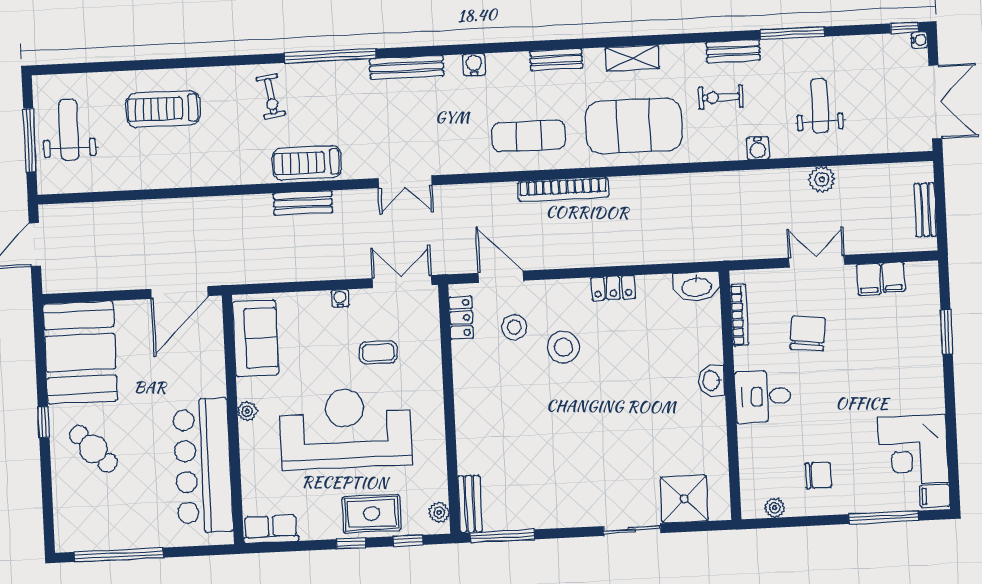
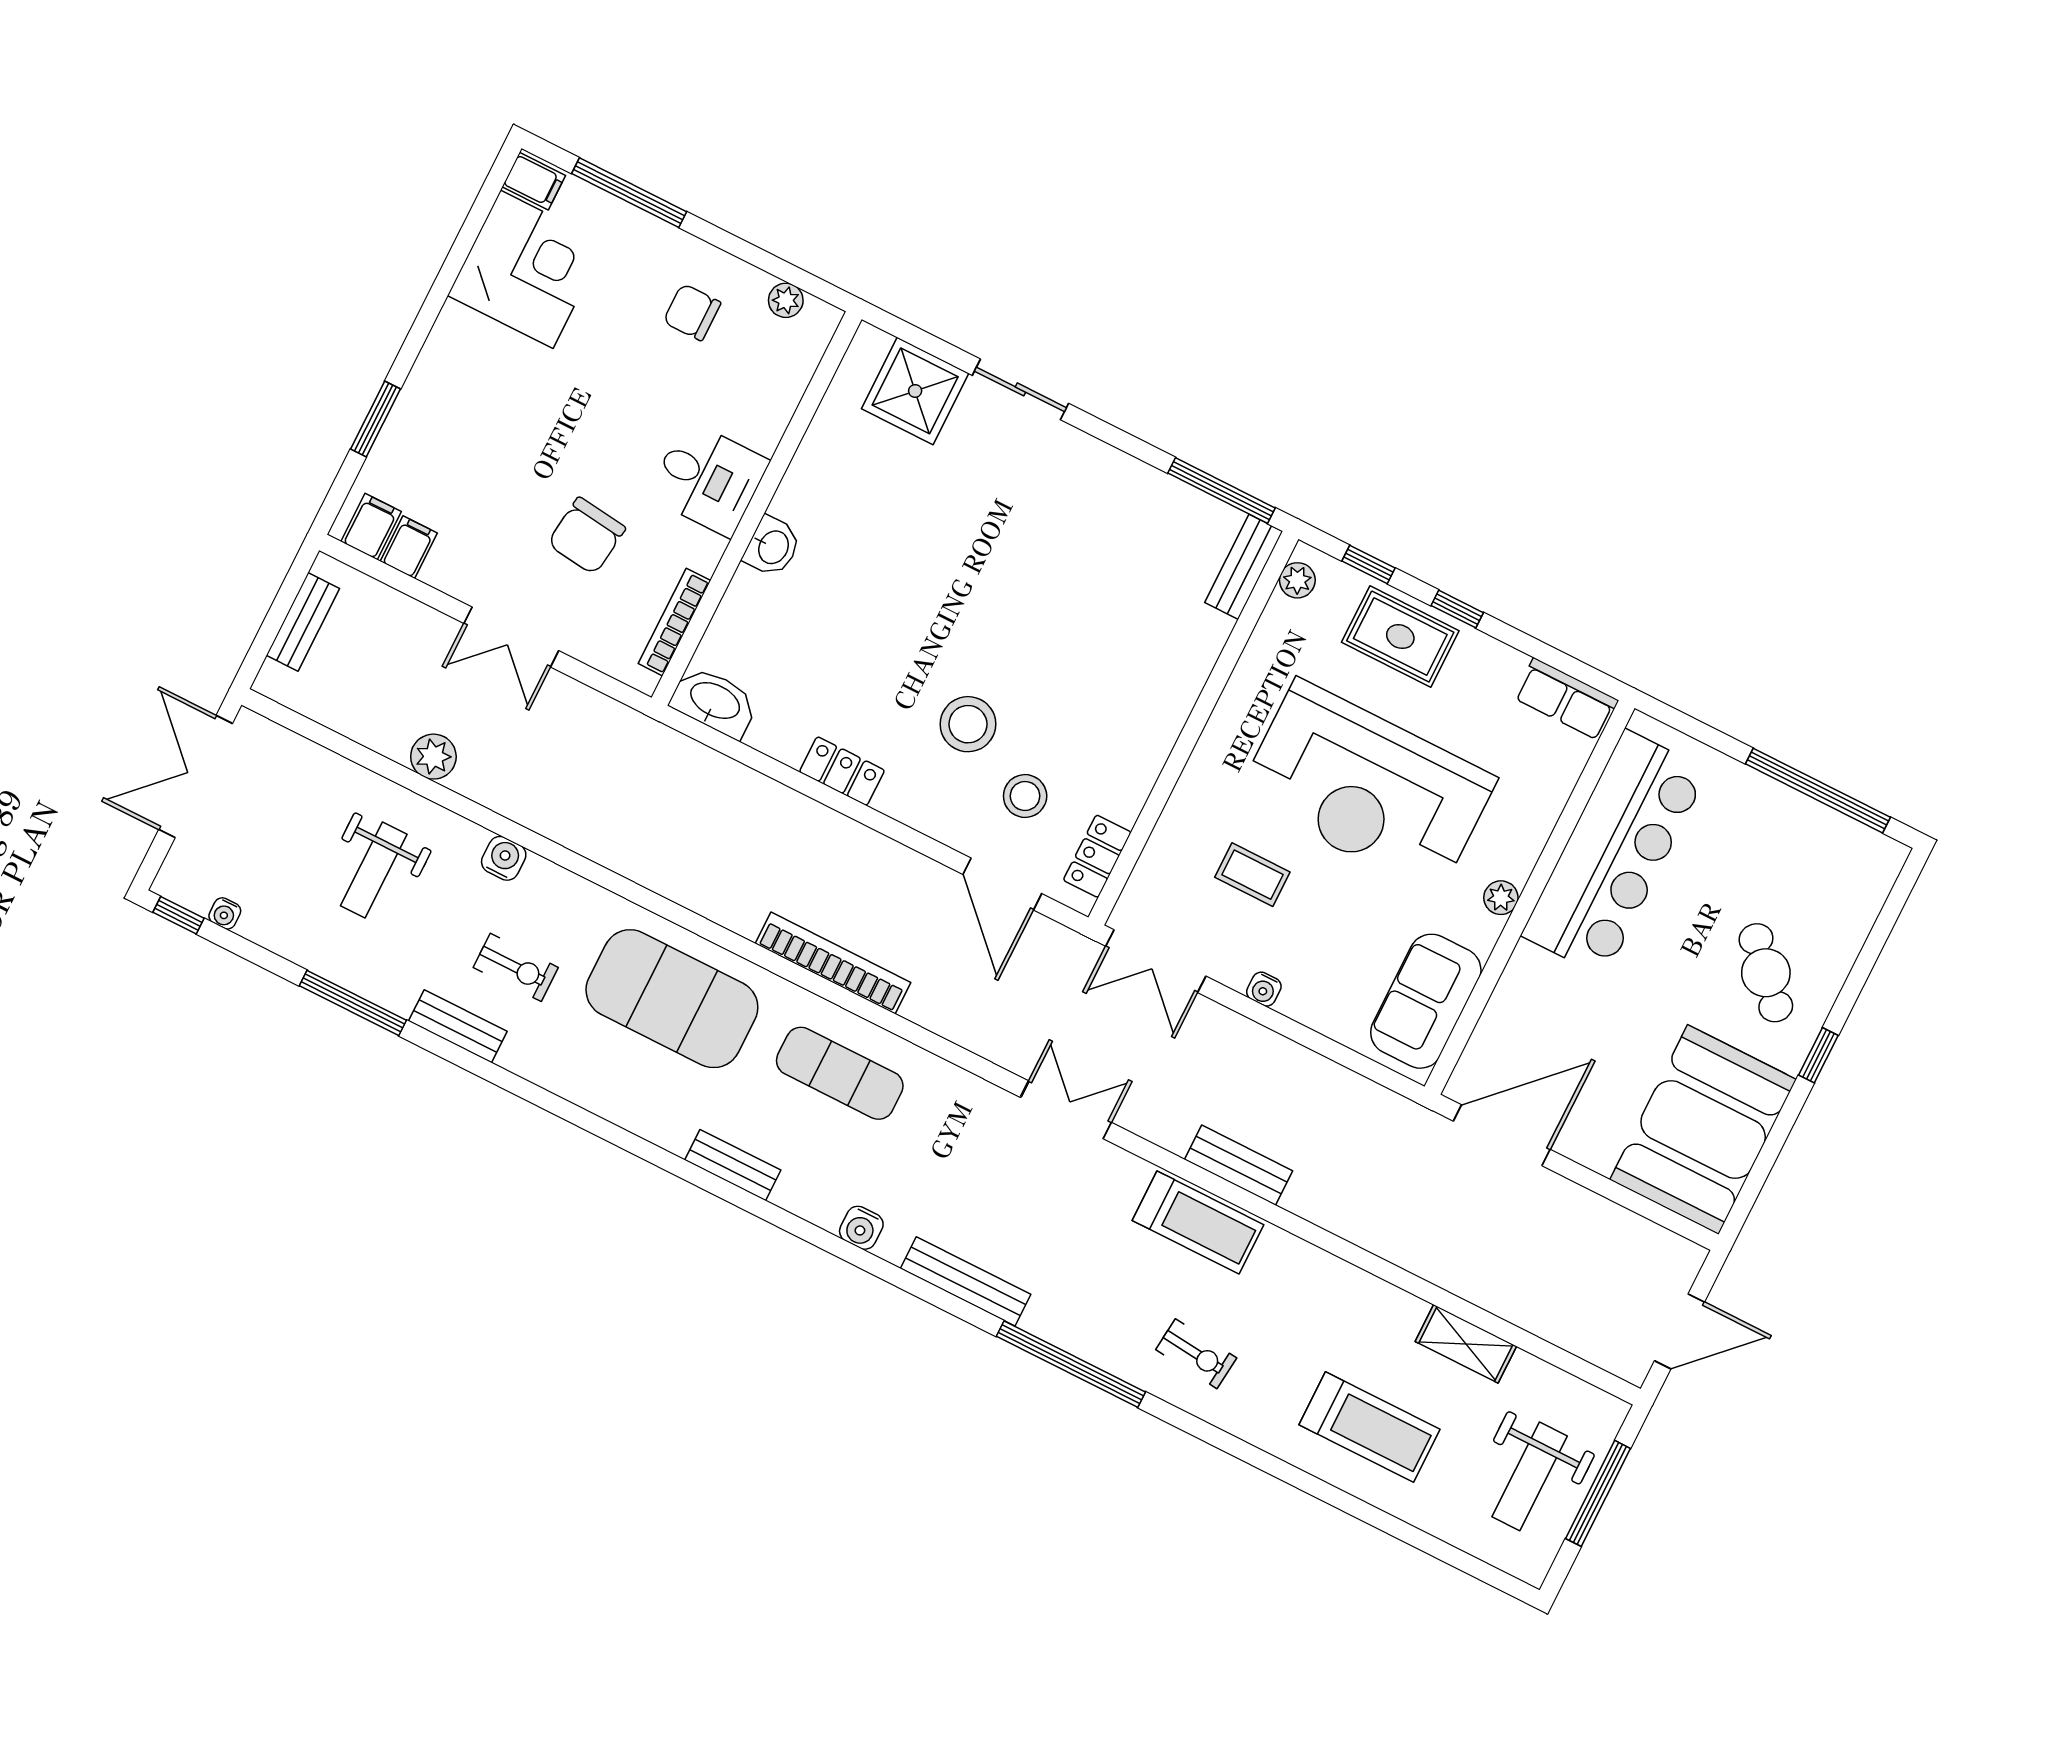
water cooler: (919, 40) -> (225, 913), moved, turned -90
shelving: (632, 58) -> (1466, 1344), moved
exercise bike: (271, 96) -> (1196, 1354), turned 105
filing cabinet: (869, 279) -> (371, 527), moved

